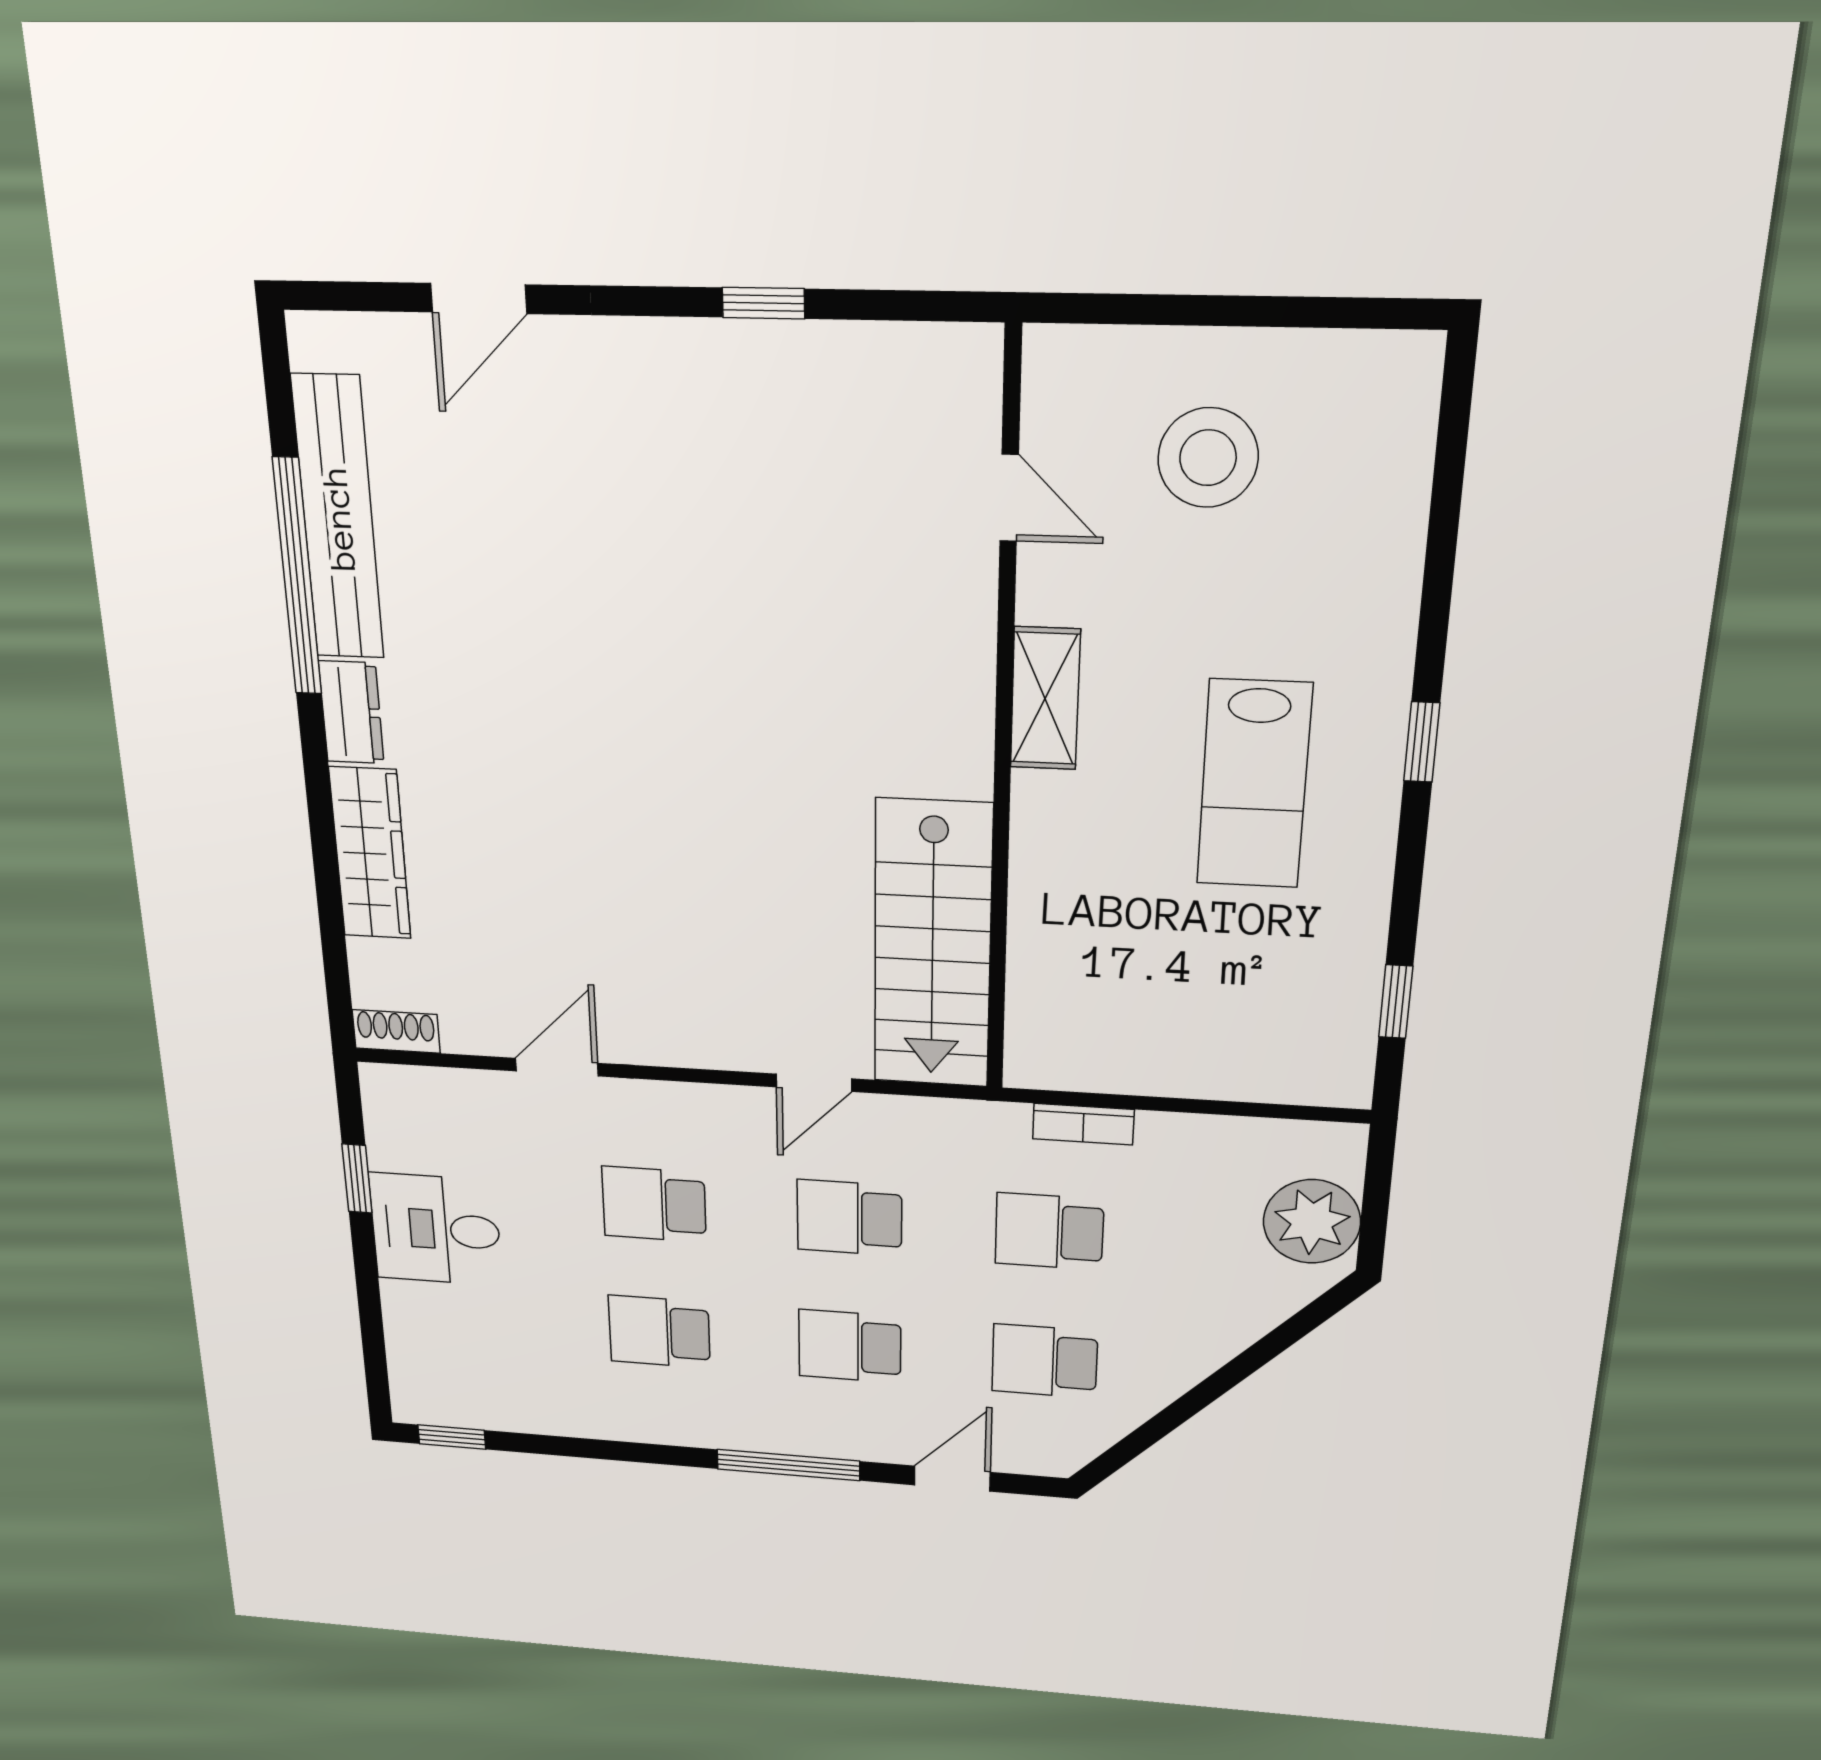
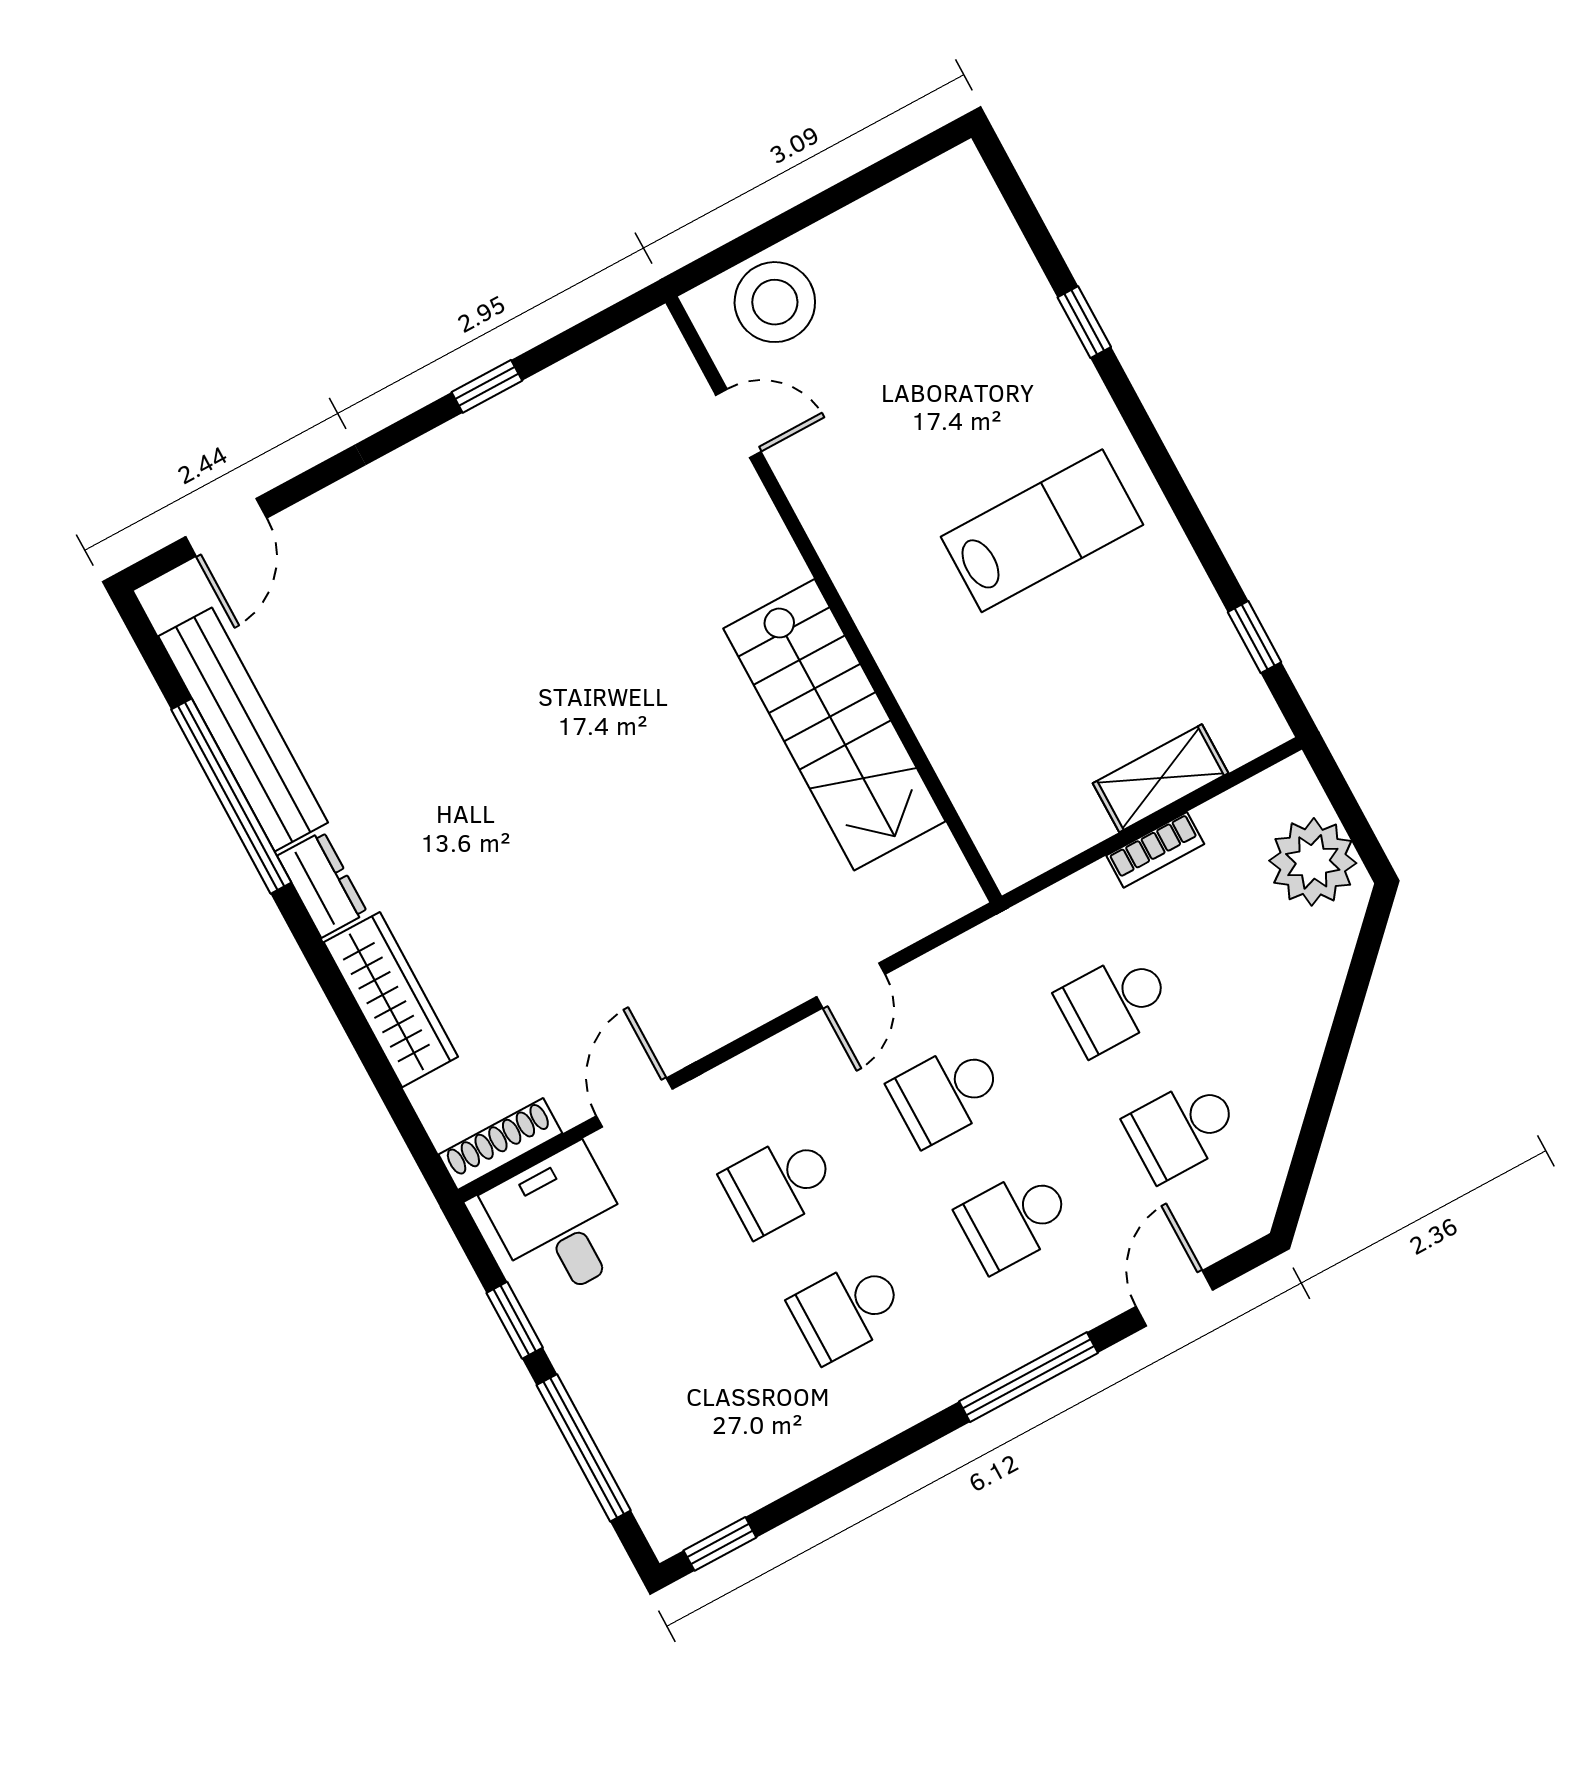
door: (479, 298) -> (226, 527), moved
stool: (1208, 458) -> (775, 302), moved
shelving: (1045, 699) -> (1161, 778), moved, turned 90
window: (1422, 742) -> (1084, 322), moved
lab bench: (1254, 784) -> (1042, 531), turned -90
stairs: (933, 945) -> (834, 725), moved
shoe rack: (396, 1031) -> (500, 1144), width x1.43
bookcase: (1083, 1124) -> (1155, 850), moved
desk: (436, 1229) -> (560, 1223), moved, turned 90
window: (370, 1306) -> (584, 1448), added

